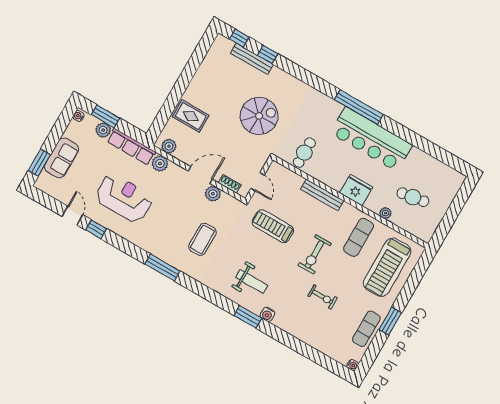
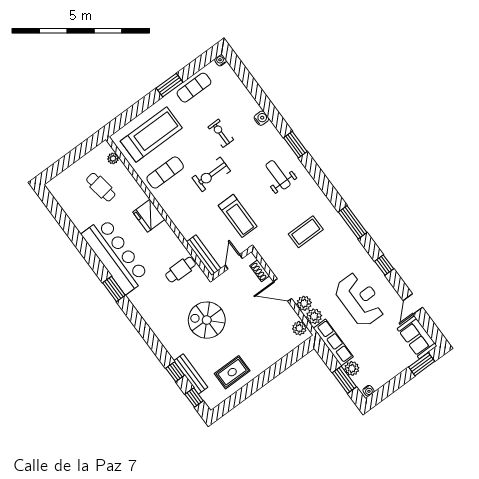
window: (359, 107) -> (114, 289), width x0.47
rug: (191, 116) -> (232, 372), moved, turned 90
sofa: (62, 158) -> (417, 337), moved, turned -90
plant: (213, 194) -> (304, 303), moved
bench: (322, 195) -> (204, 255), moved
reception desk: (124, 198) -> (360, 299), turned 180
plant: (385, 213) -> (113, 158), moved
window: (96, 229) -> (384, 265), moved
exercise bike: (315, 254) -> (211, 174), turned 180
water cooler: (267, 314) -> (261, 118), moved

